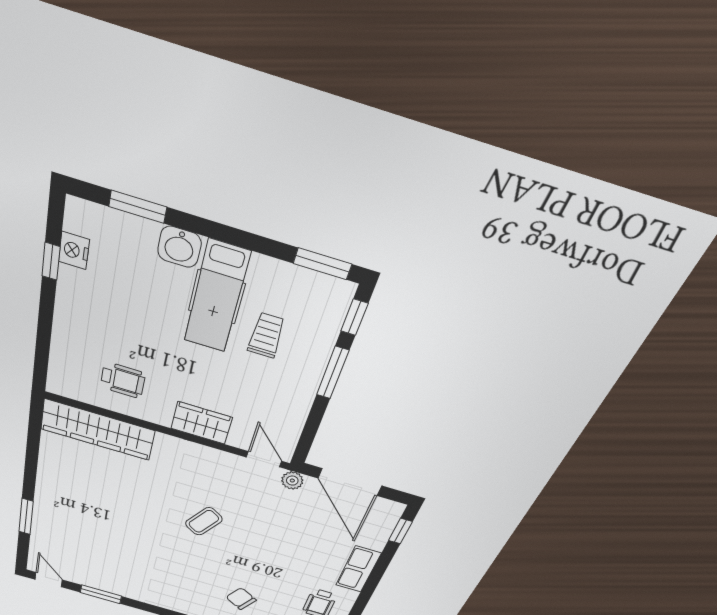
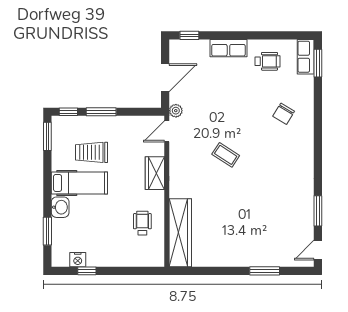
trolley: (266, 335) -> (92, 152), width x1.36, depth x1.39
door: (350, 482) -> (165, 78), width x0.73

